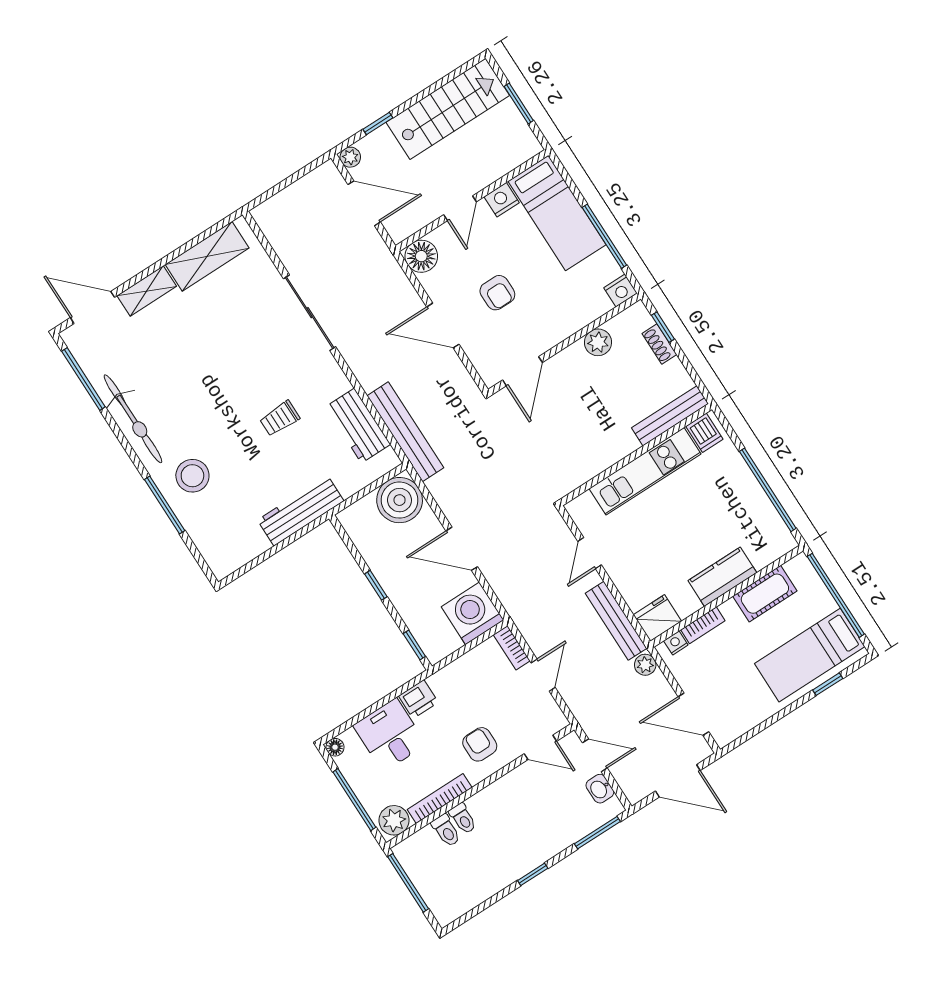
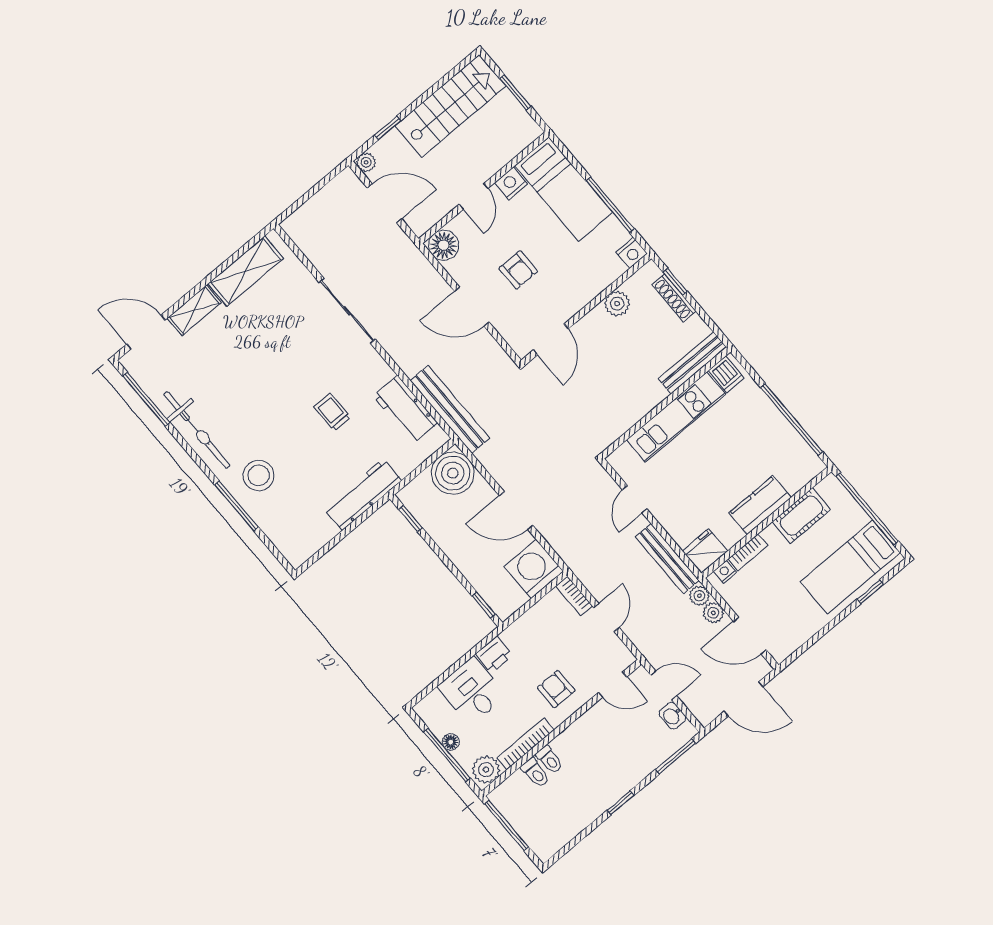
shoe rack: (659, 344) -> (674, 298), width x1.43
trolley: (280, 418) -> (332, 412), turned 90
window: (376, 585) -> (411, 519), moved
plant: (658, 685) -> (713, 613), added
floor lamp: (335, 747) -> (451, 742), moved

